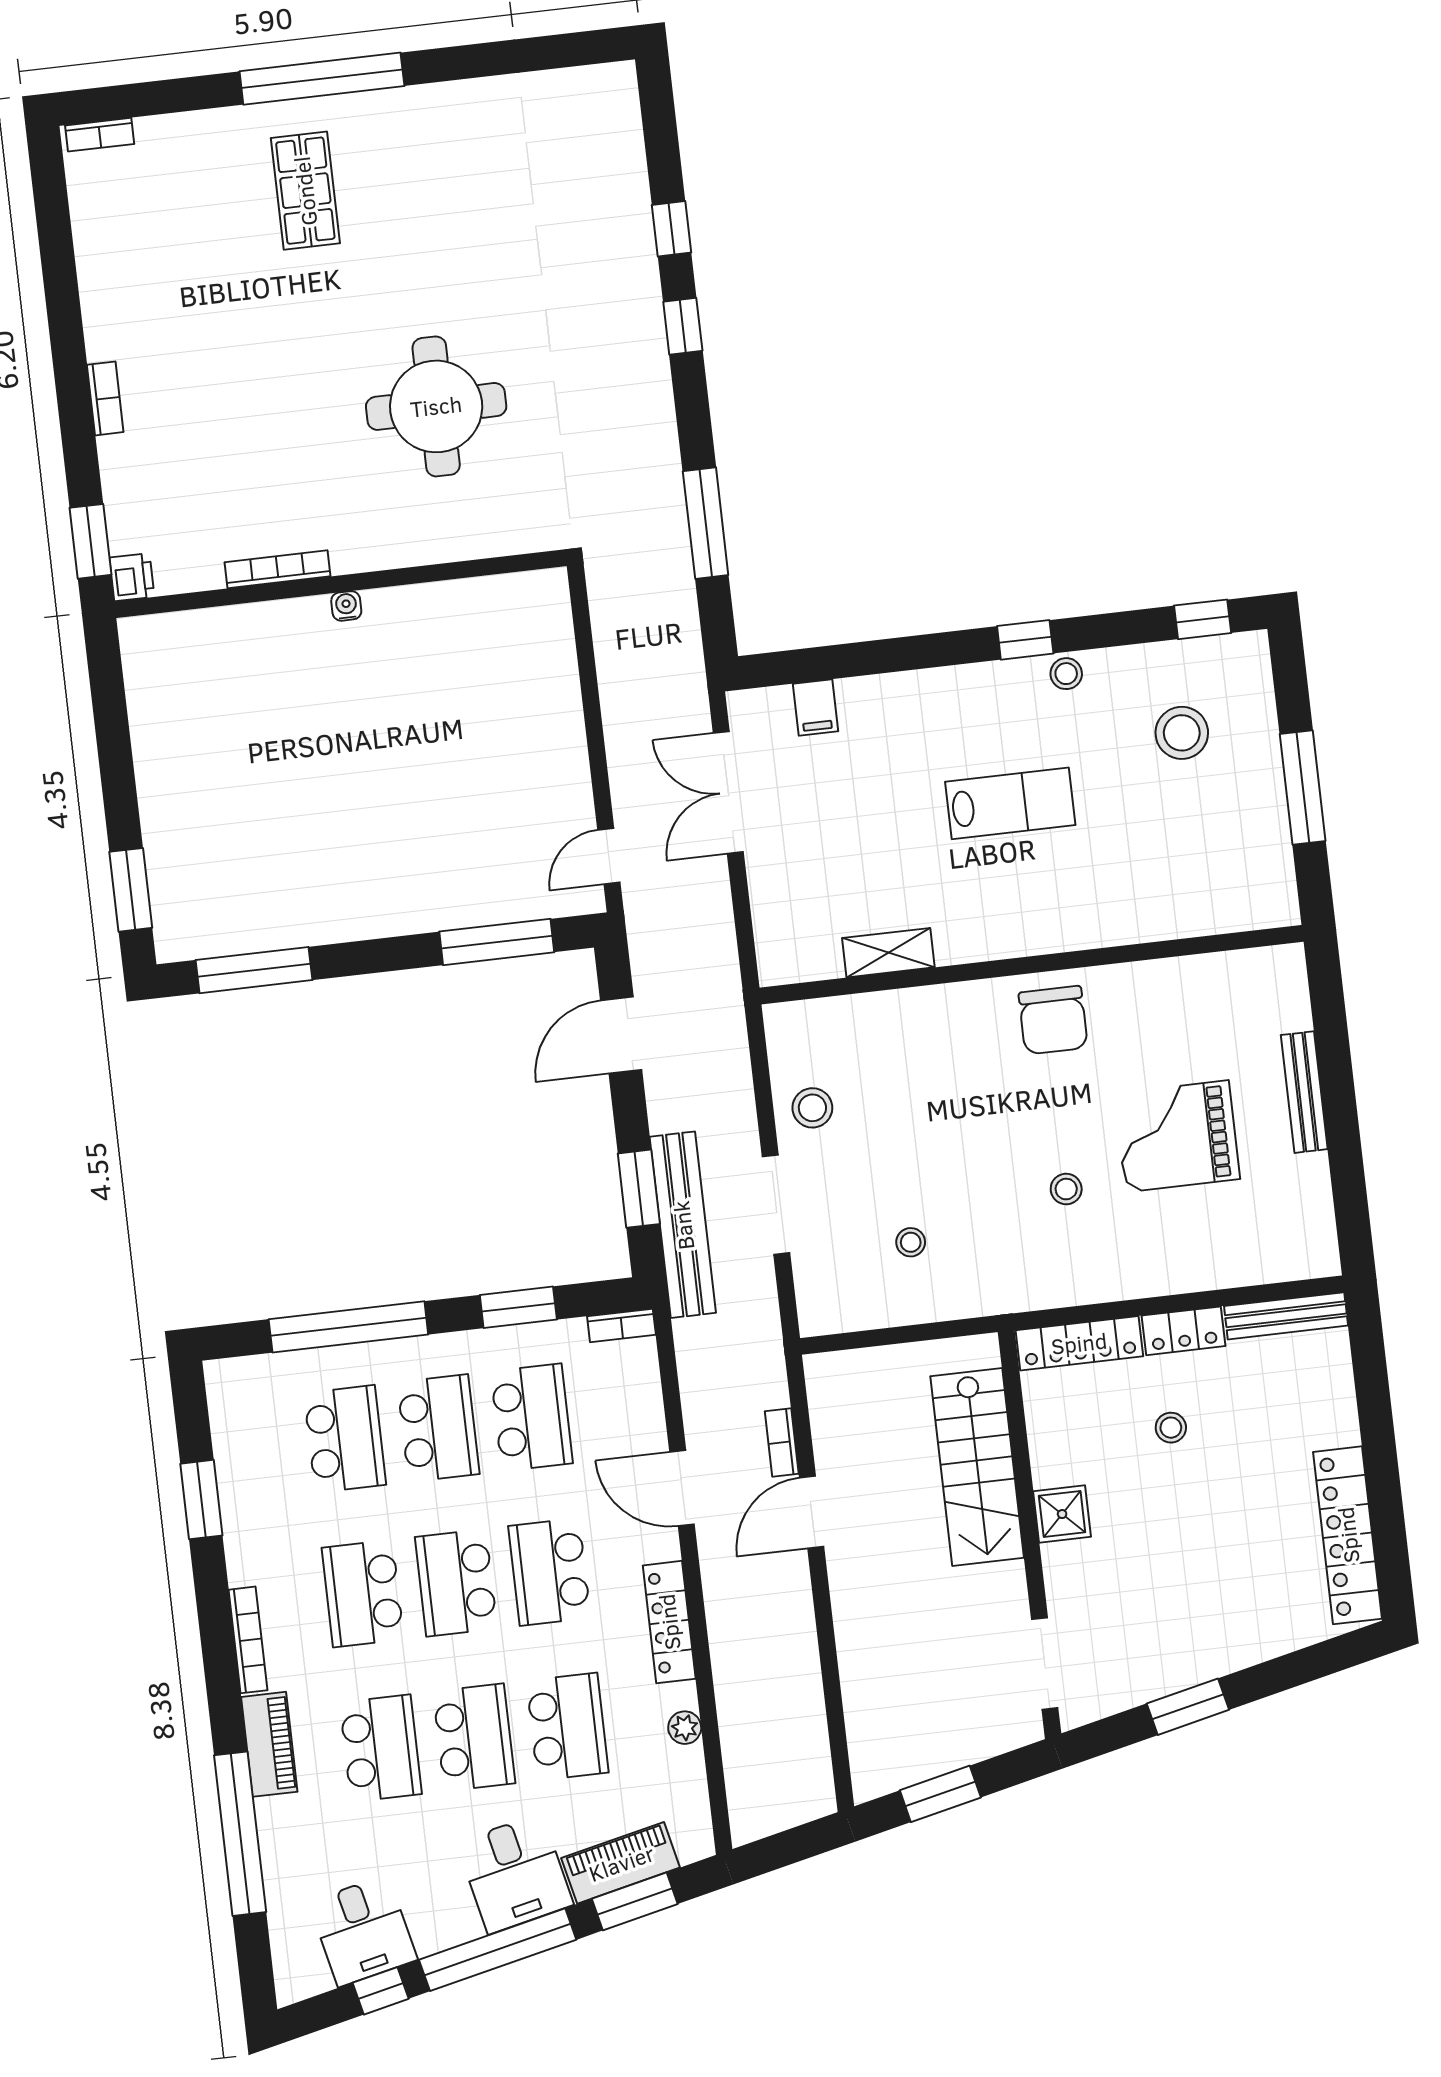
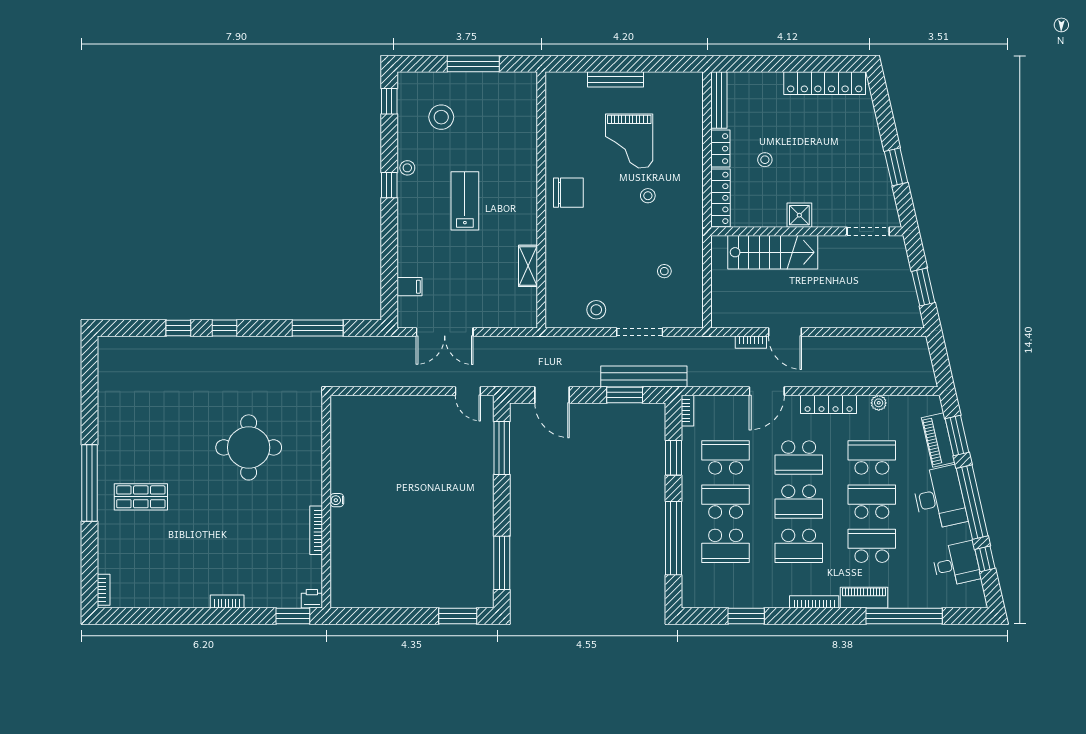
school desk: (345, 1439) -> (726, 546), turned 180
desk: (515, 1874) -> (939, 498), width x1.37

